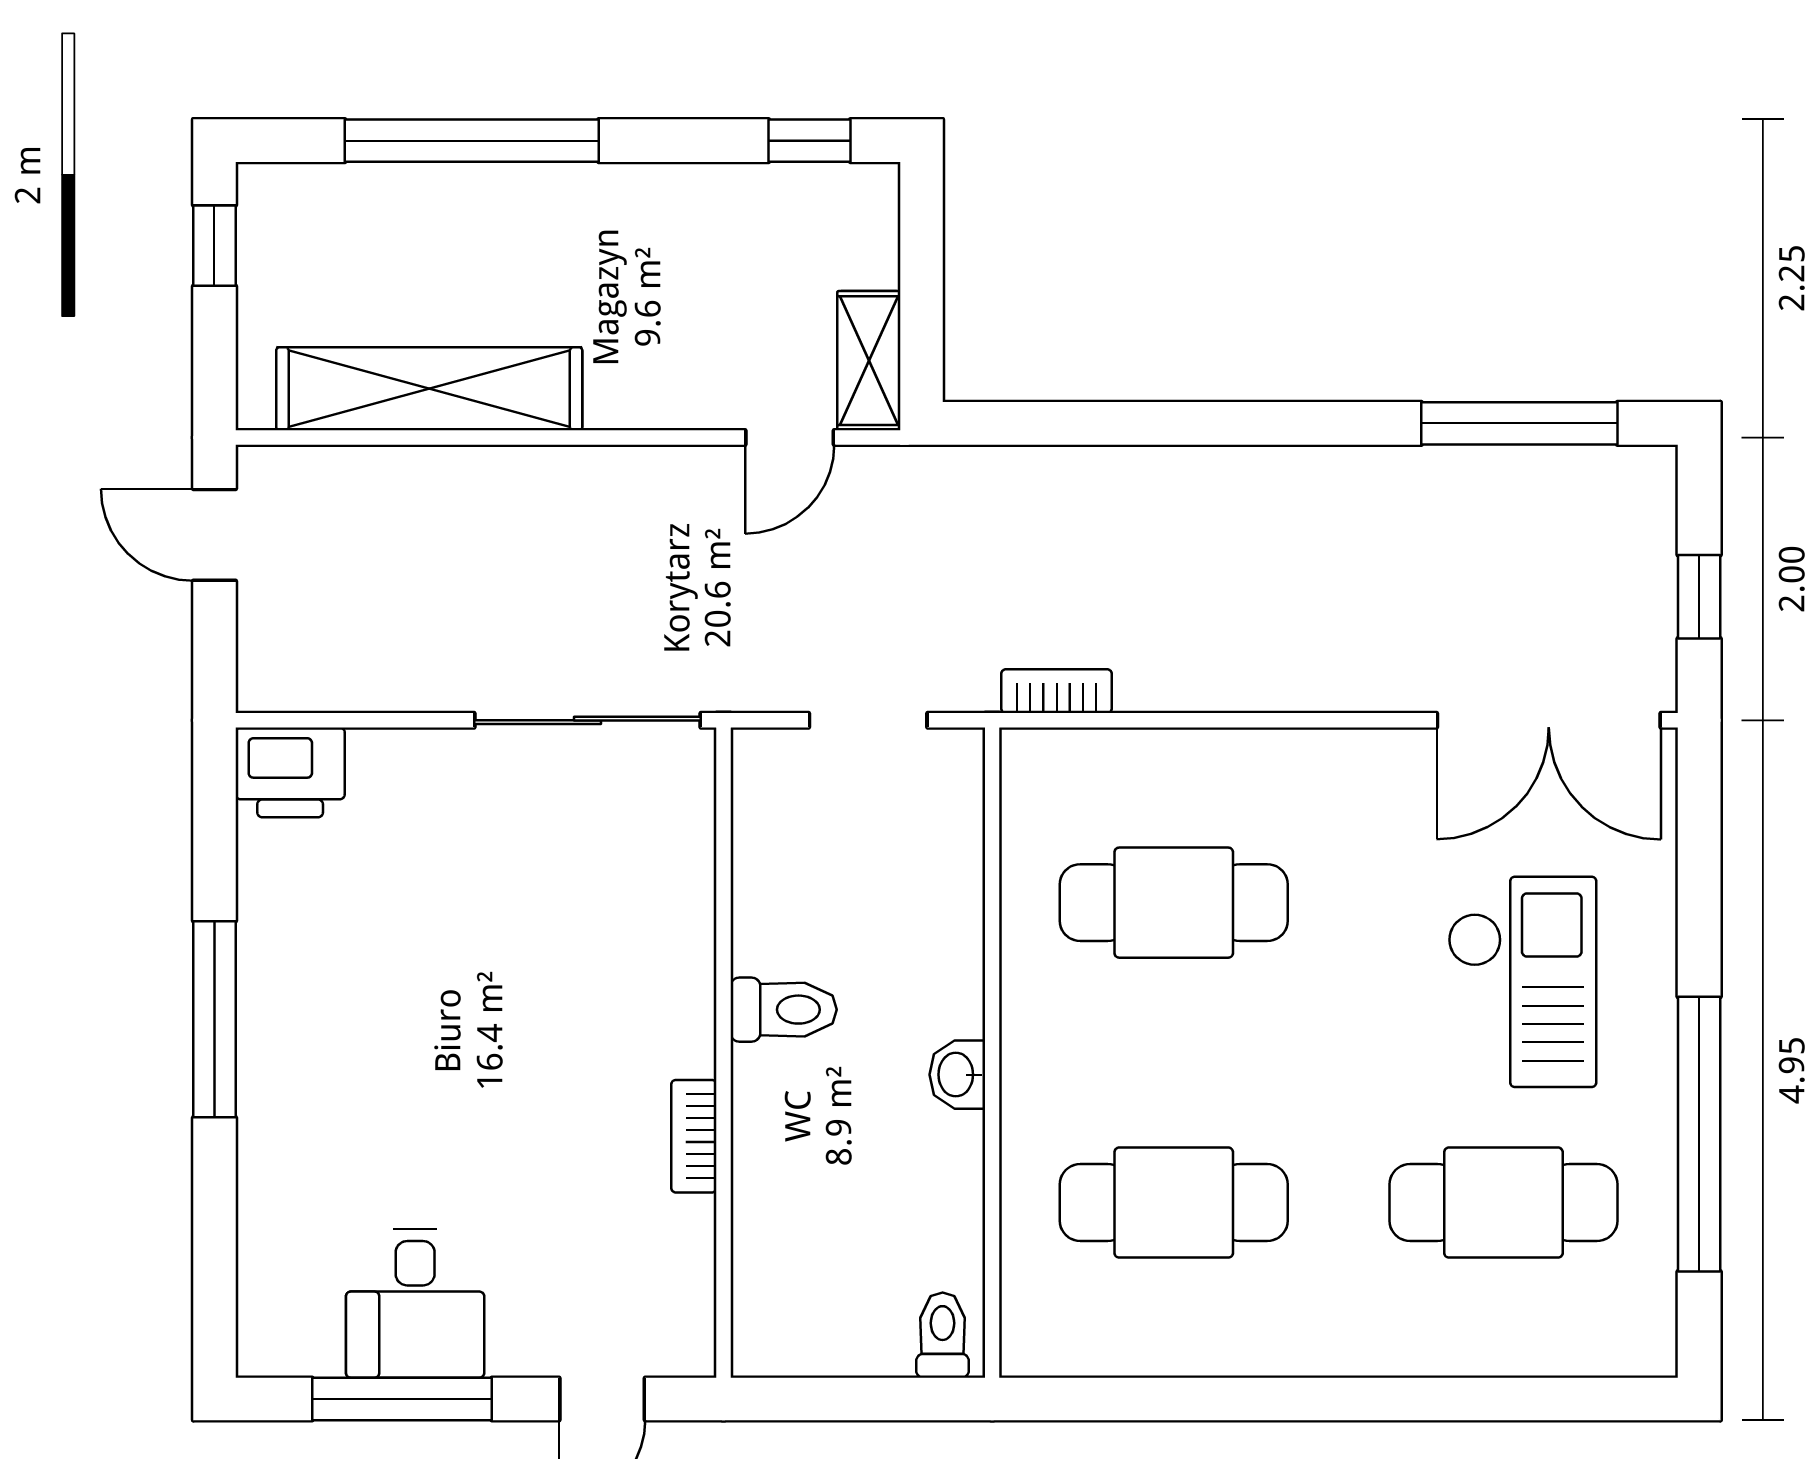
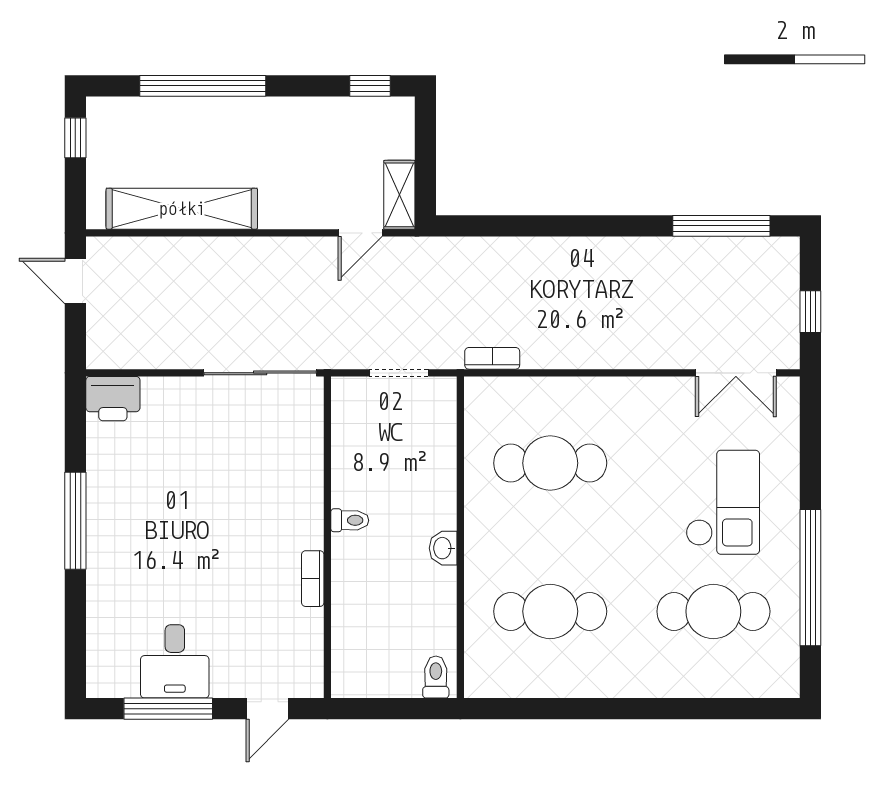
double door: (1549, 720) -> (736, 373), width x0.73
toilet: (784, 1010) -> (350, 520), width x0.73, depth x0.72

